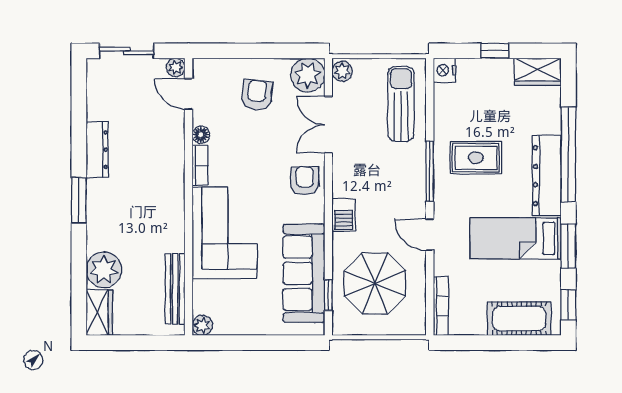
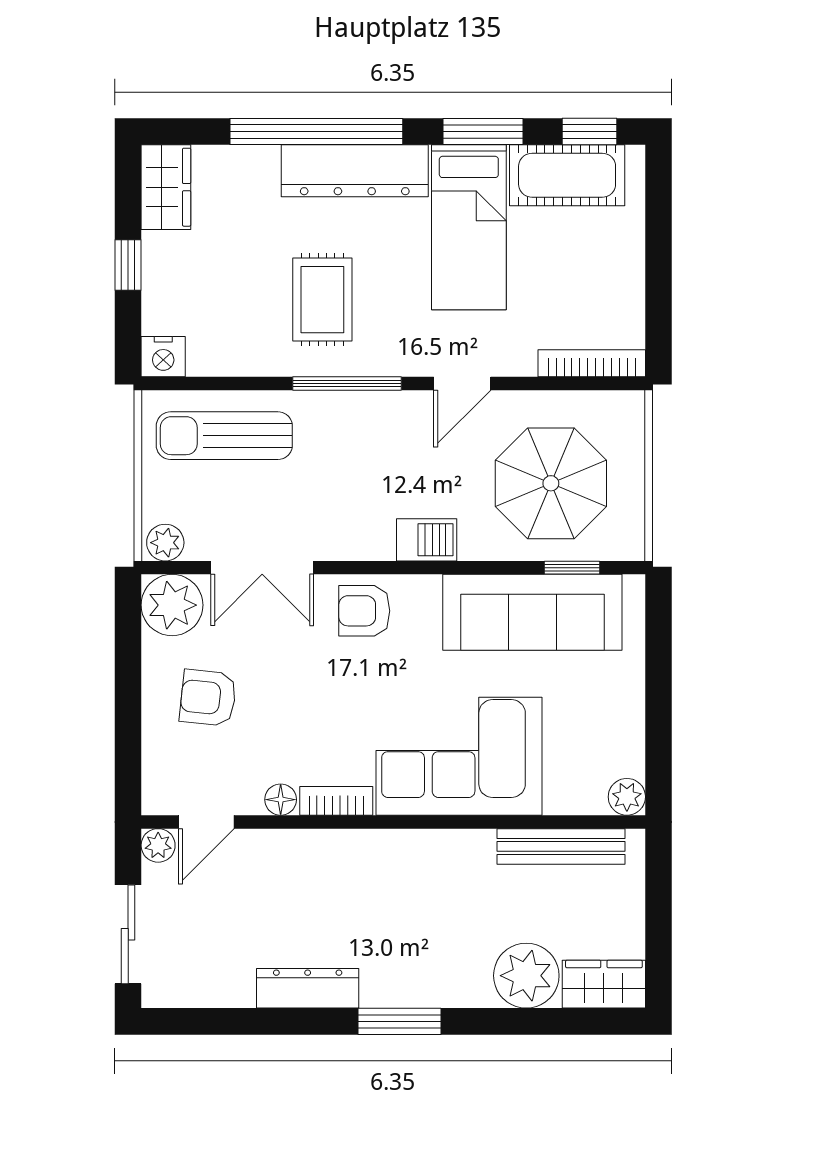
cot: (519, 319) -> (567, 175), moved, turned 90

